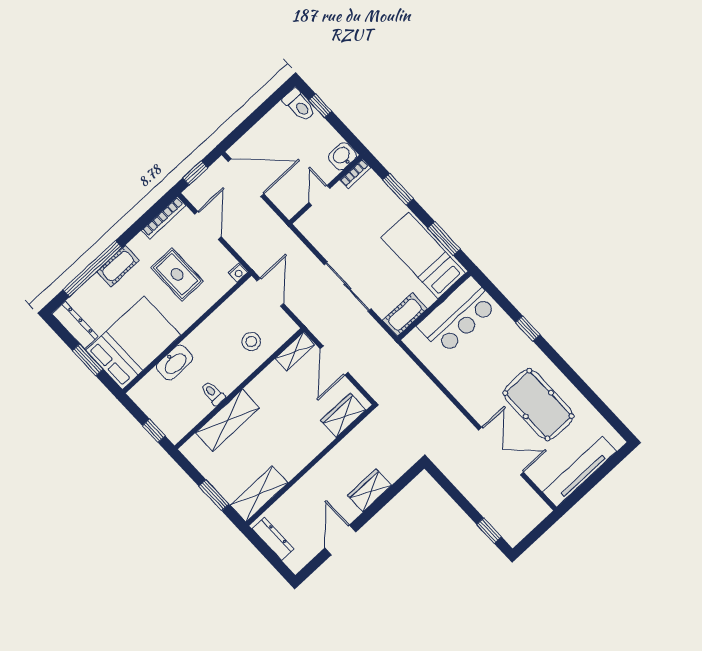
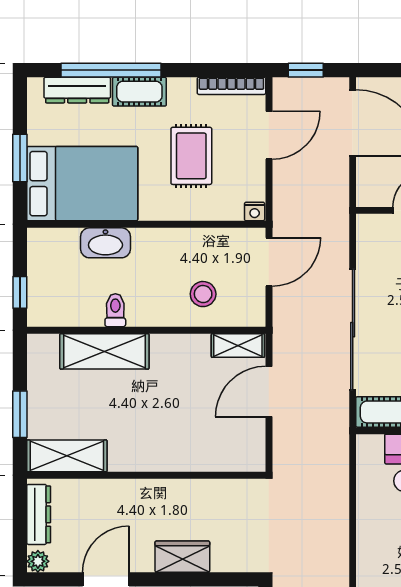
sliding door: (348, 287) -> (353, 330), width x1.36
dresser: (75, 325) -> (77, 90), moved, turned 90
wardrobe: (343, 415) -> (227, 456), removed
plant: (296, 564) -> (38, 561), added

